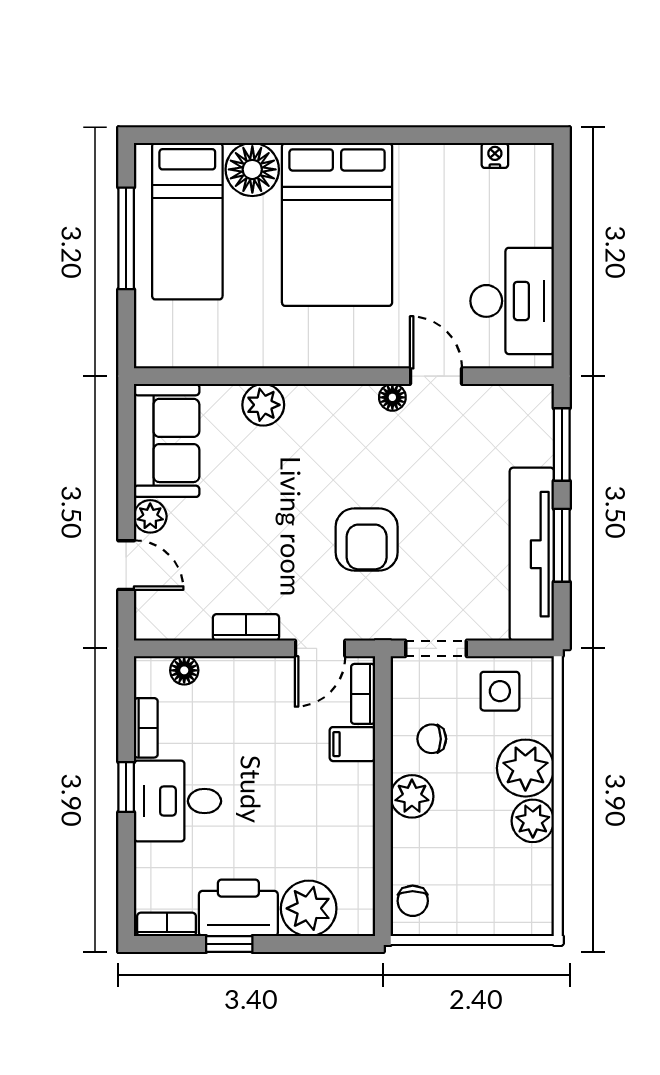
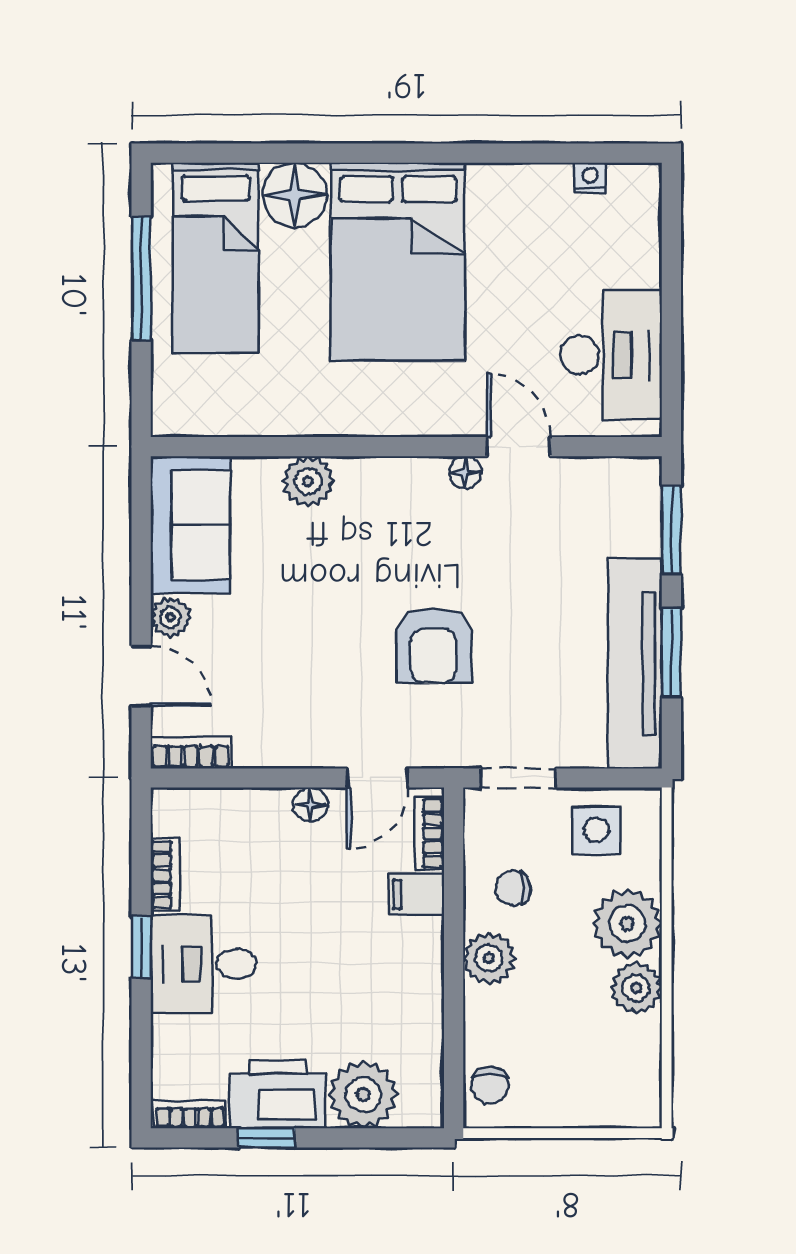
bookcase: (246, 627) -> (191, 752), moved
floor lamp: (184, 670) -> (310, 805), moved

